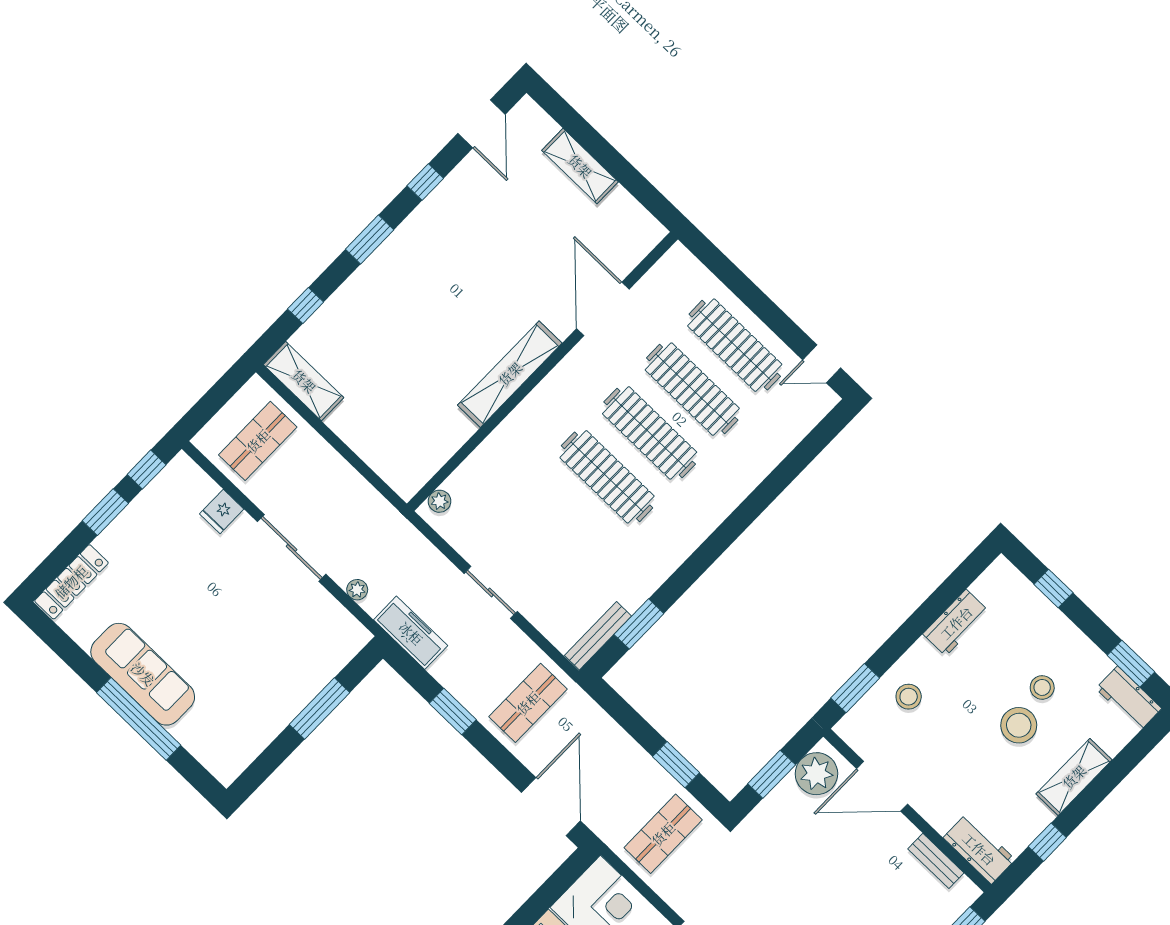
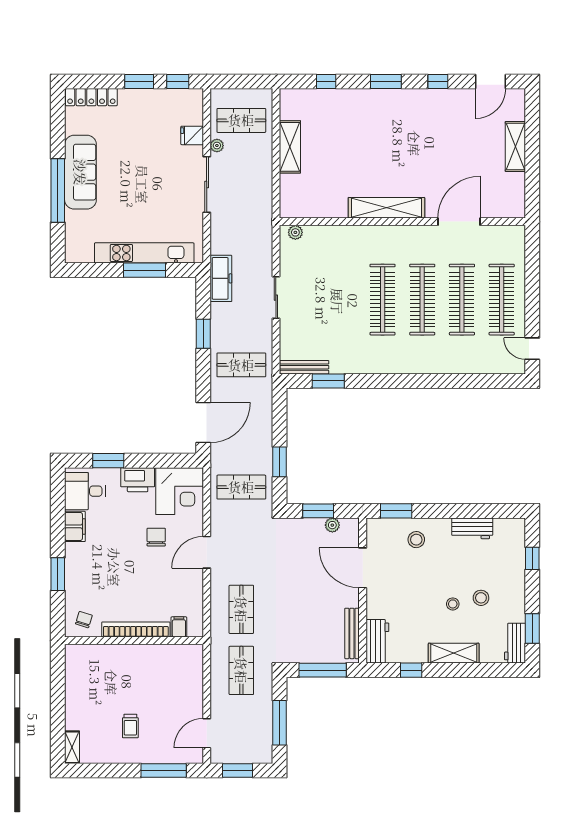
shelving: (304, 381) -> (290, 147), moved
plant: (357, 590) -> (217, 146), moved
kitchen unit: (300, 690) -> (144, 253), added
stool: (1019, 725) -> (453, 604), width x0.53, depth x0.53
plant: (816, 774) -> (332, 525), width x0.53, depth x0.53
bench: (936, 861) -> (352, 633), width x1.36

